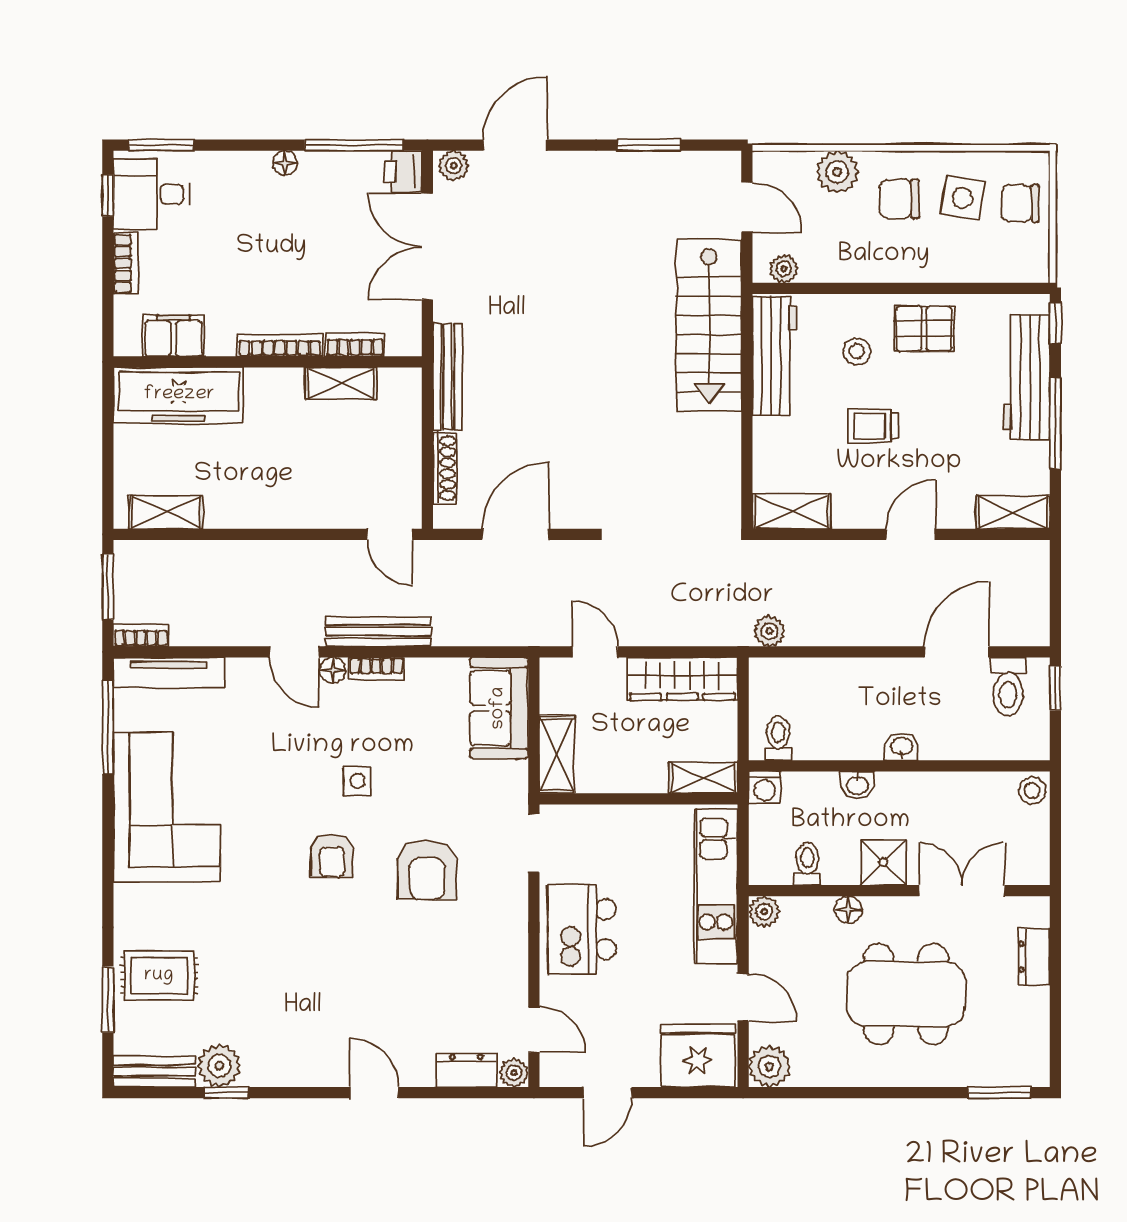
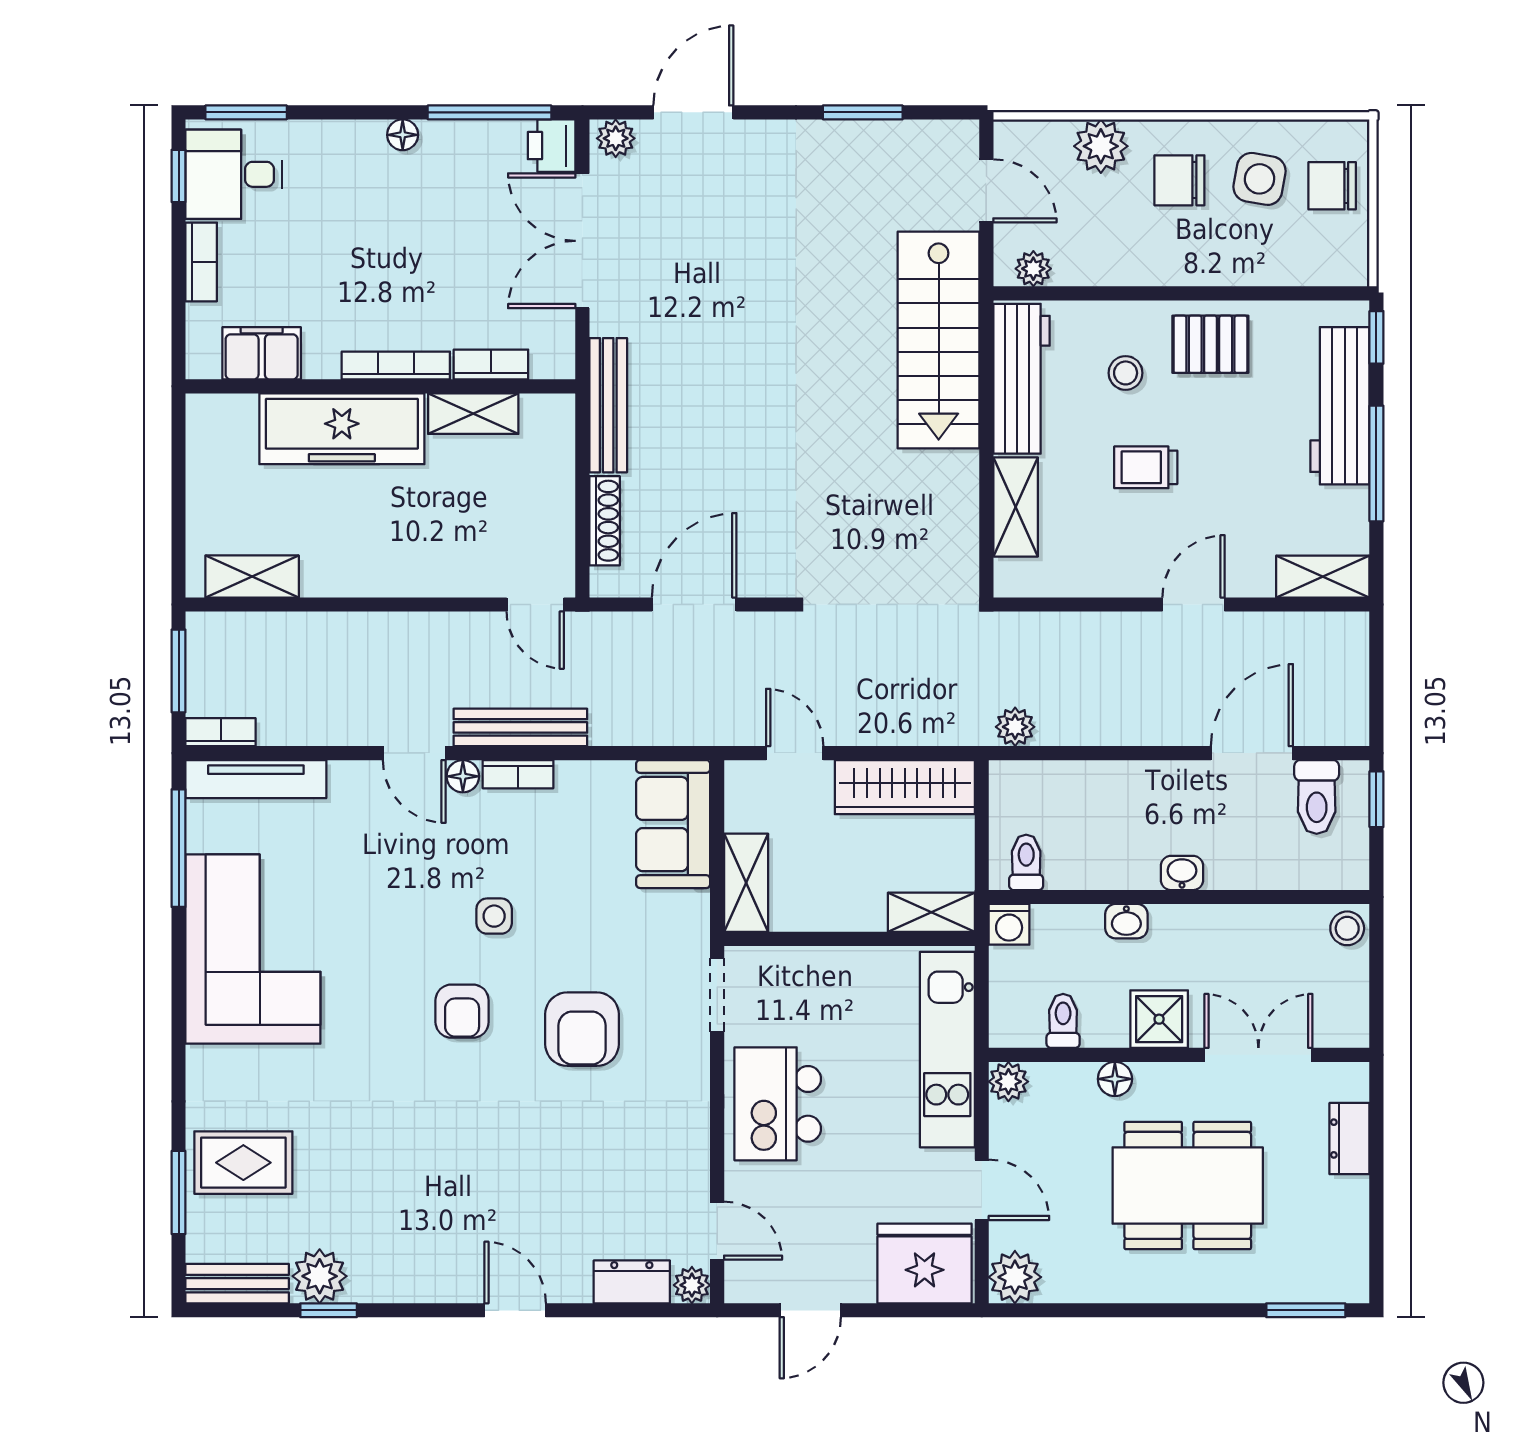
freezer: (179, 395) -> (342, 429), moved
shelving: (791, 511) -> (1016, 507), moved, turned 90

